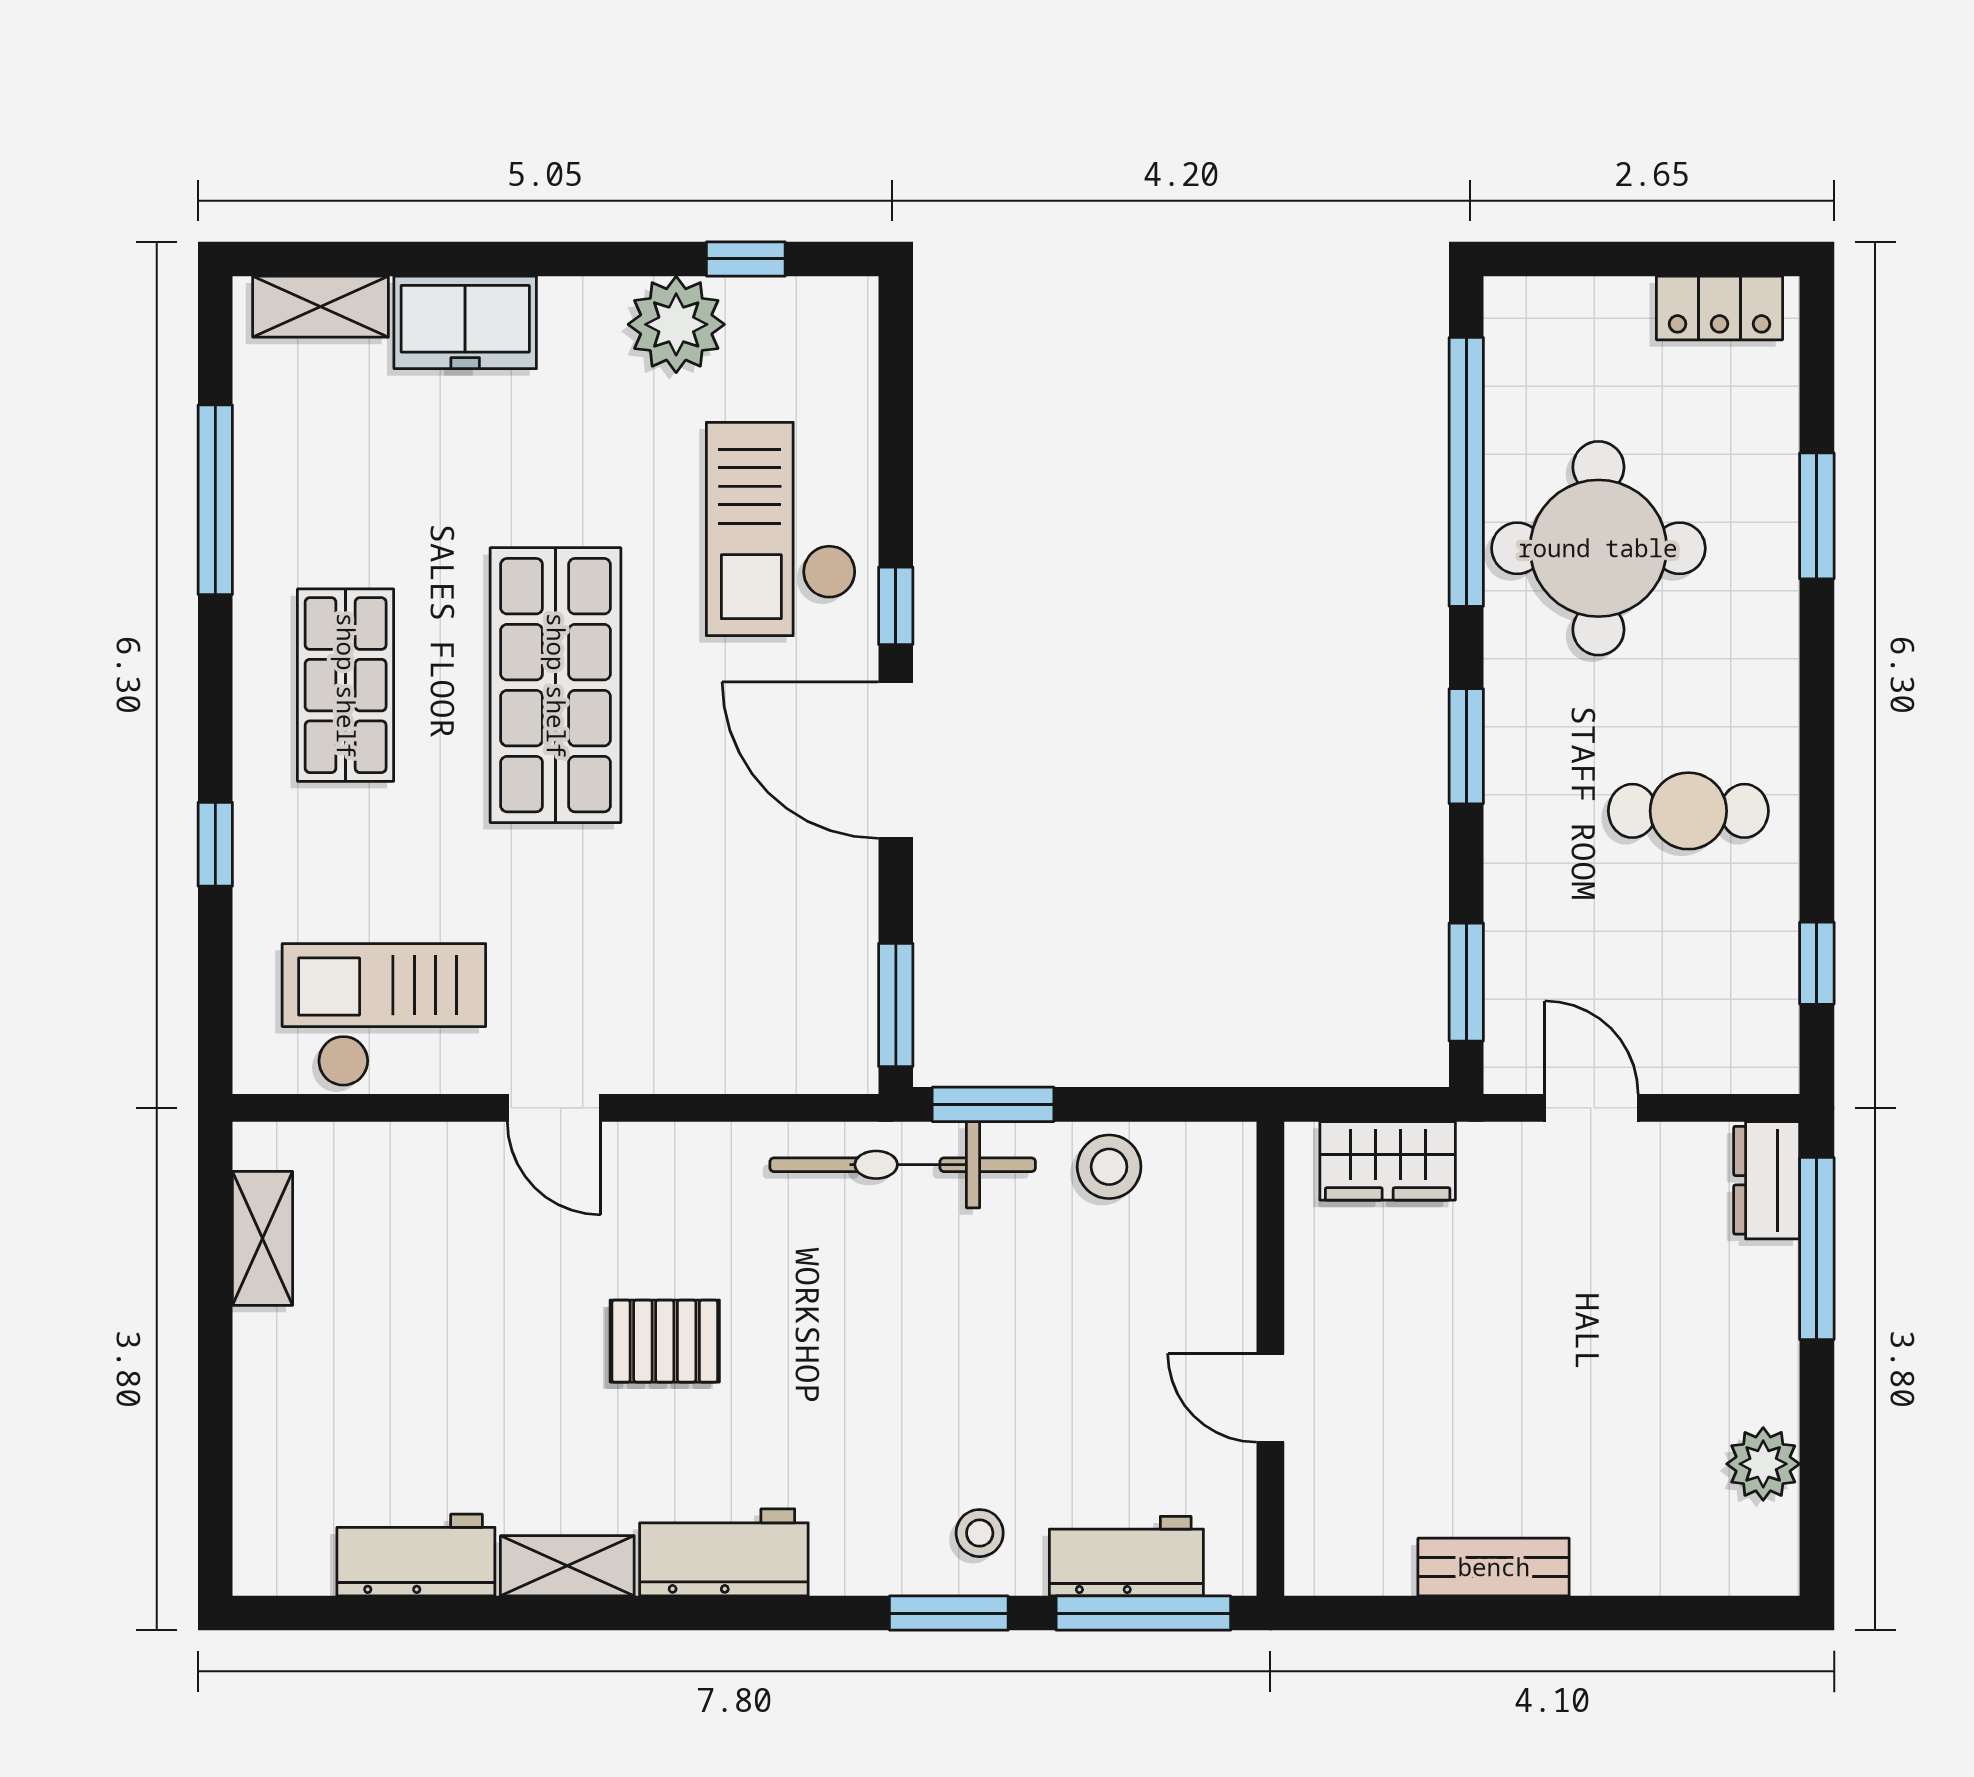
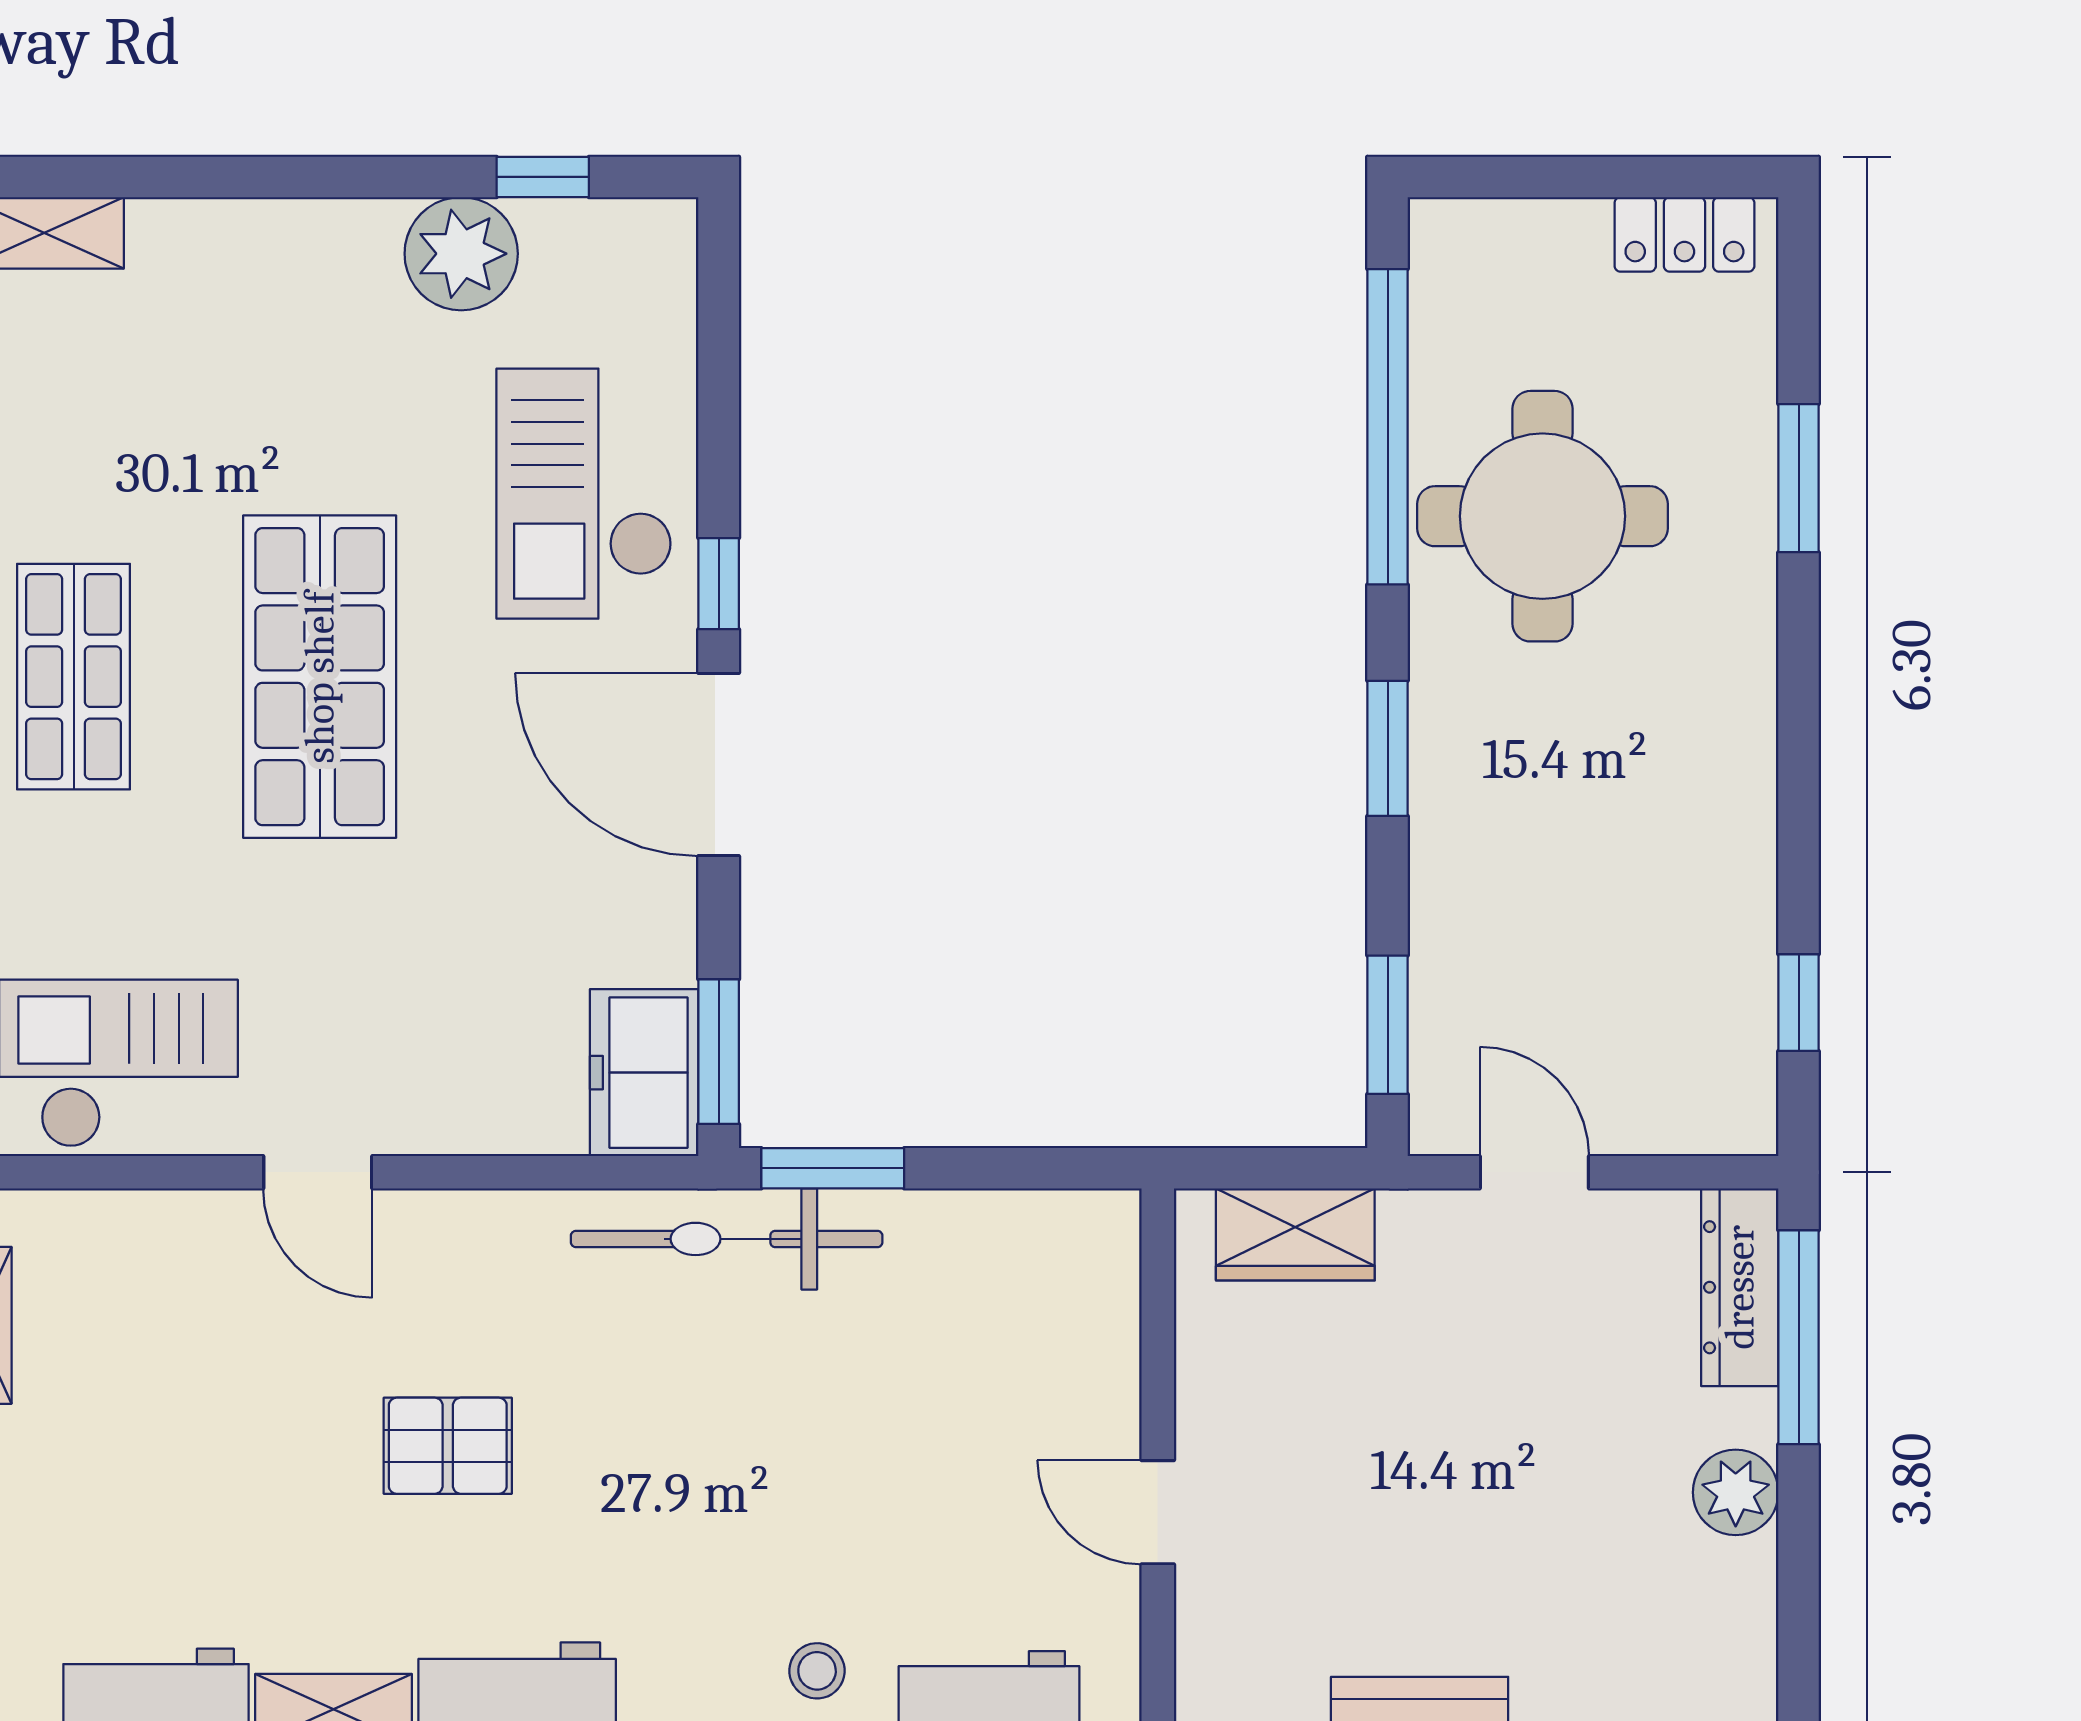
freezer: (465, 322) -> (644, 1073), moved, turned 90
cafe table: (1688, 811) -> (1648, 824), removed
stool: (1109, 1167) -> (969, 1241), removed
dresser: (1767, 1180) -> (1740, 1287), width x1.44
plant: (1763, 1464) -> (1736, 1492), moved

